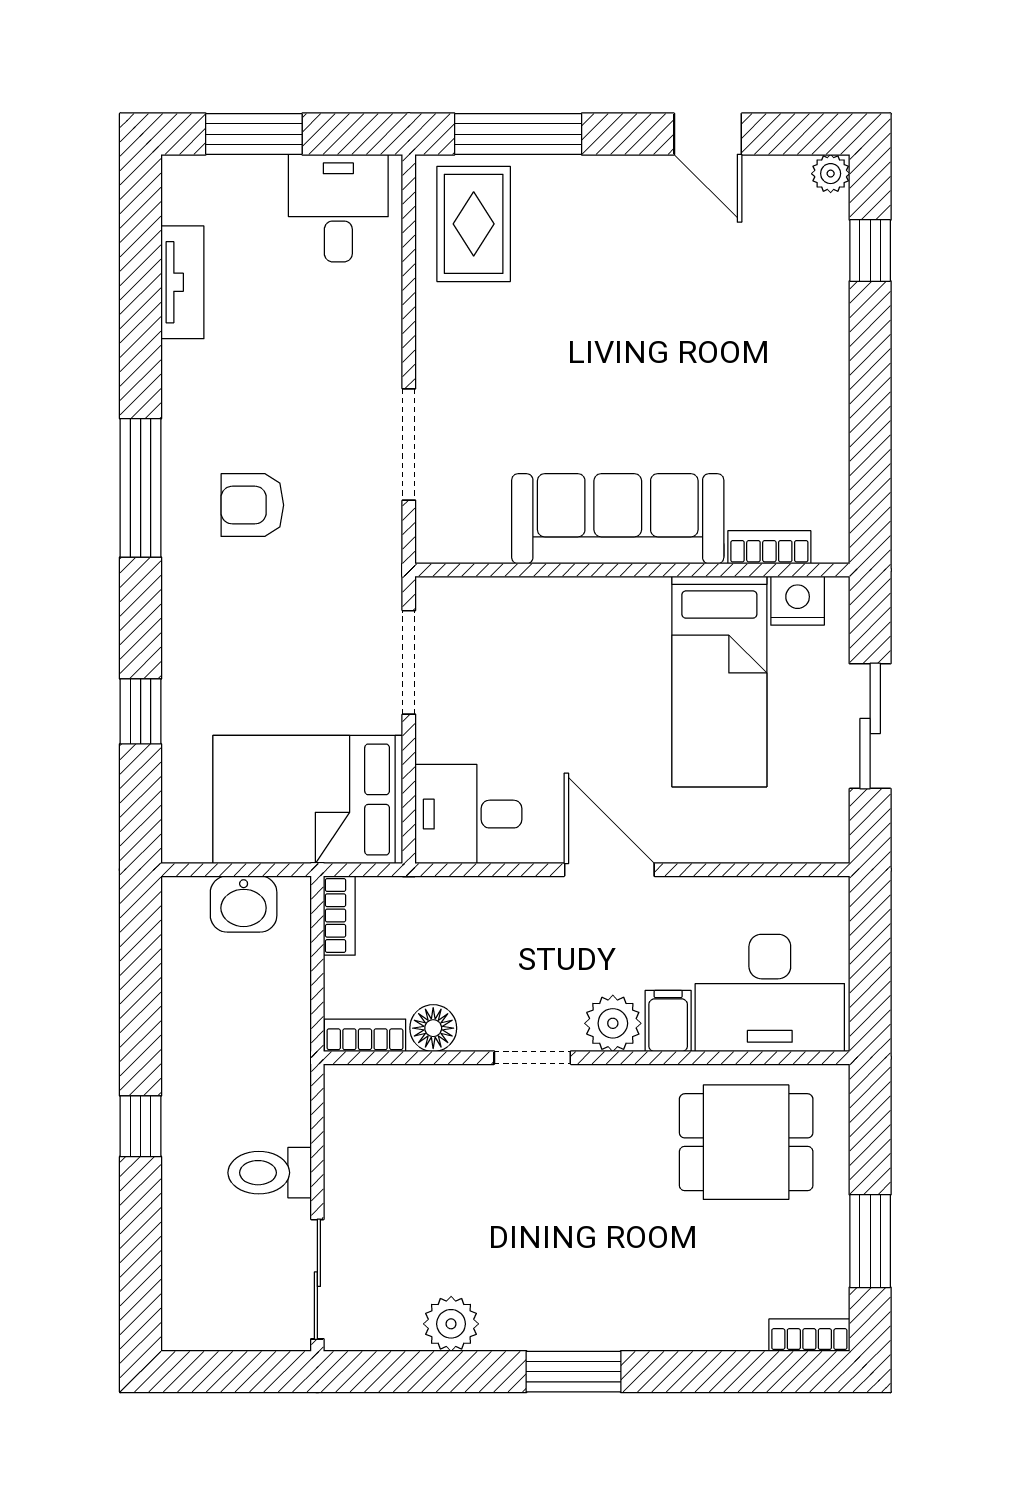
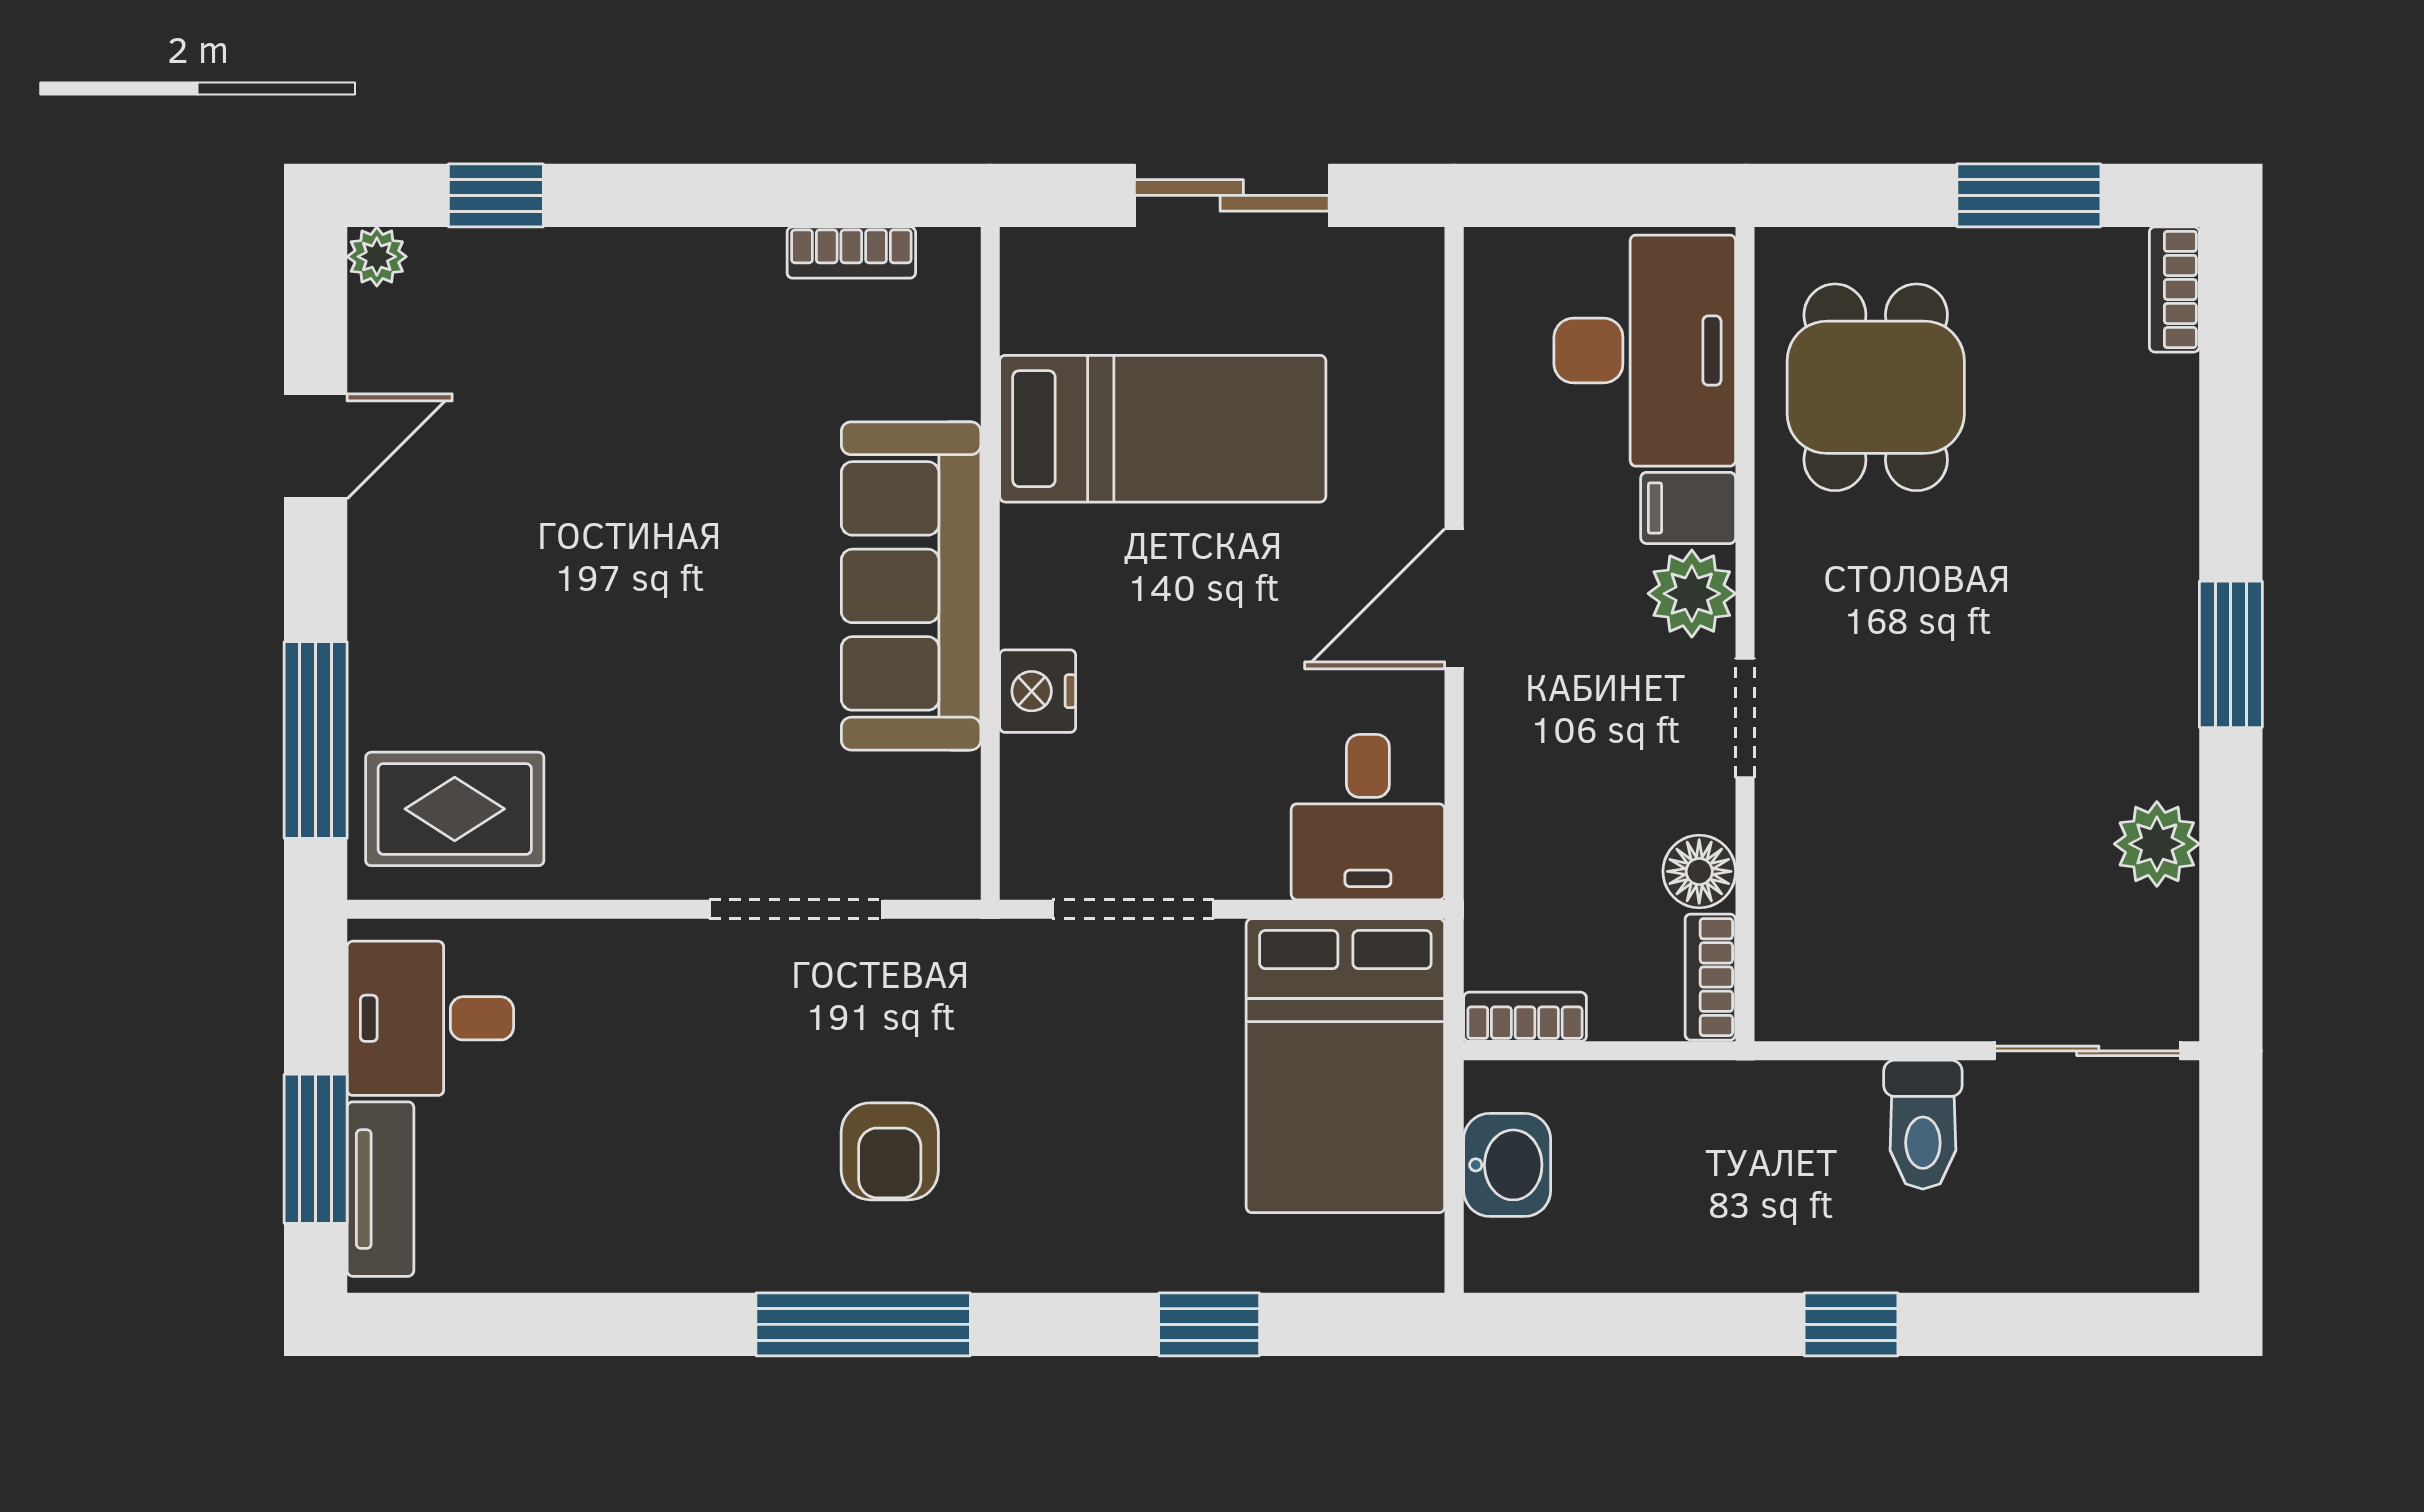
tv unit: (182, 282) -> (380, 1189), moved, turned 90
bookcase: (769, 547) -> (851, 253), moved, turned -90
nightstand: (798, 601) -> (1038, 691), moved

